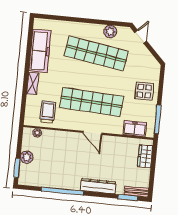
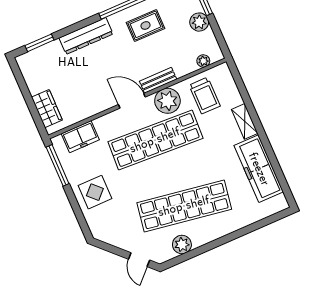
plant: (71, 121) -> (167, 101), added
rug: (60, 173) -> (146, 25), added
bench: (136, 192) -> (158, 80), moved

